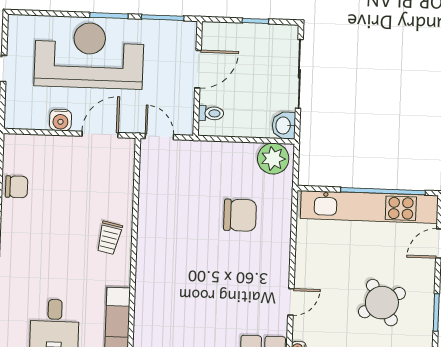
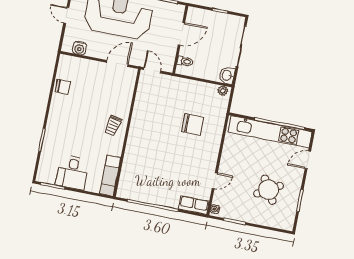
water cooler: (61, 120) -> (79, 48), moved
plant: (273, 159) -> (223, 91), width x0.53, depth x0.53

